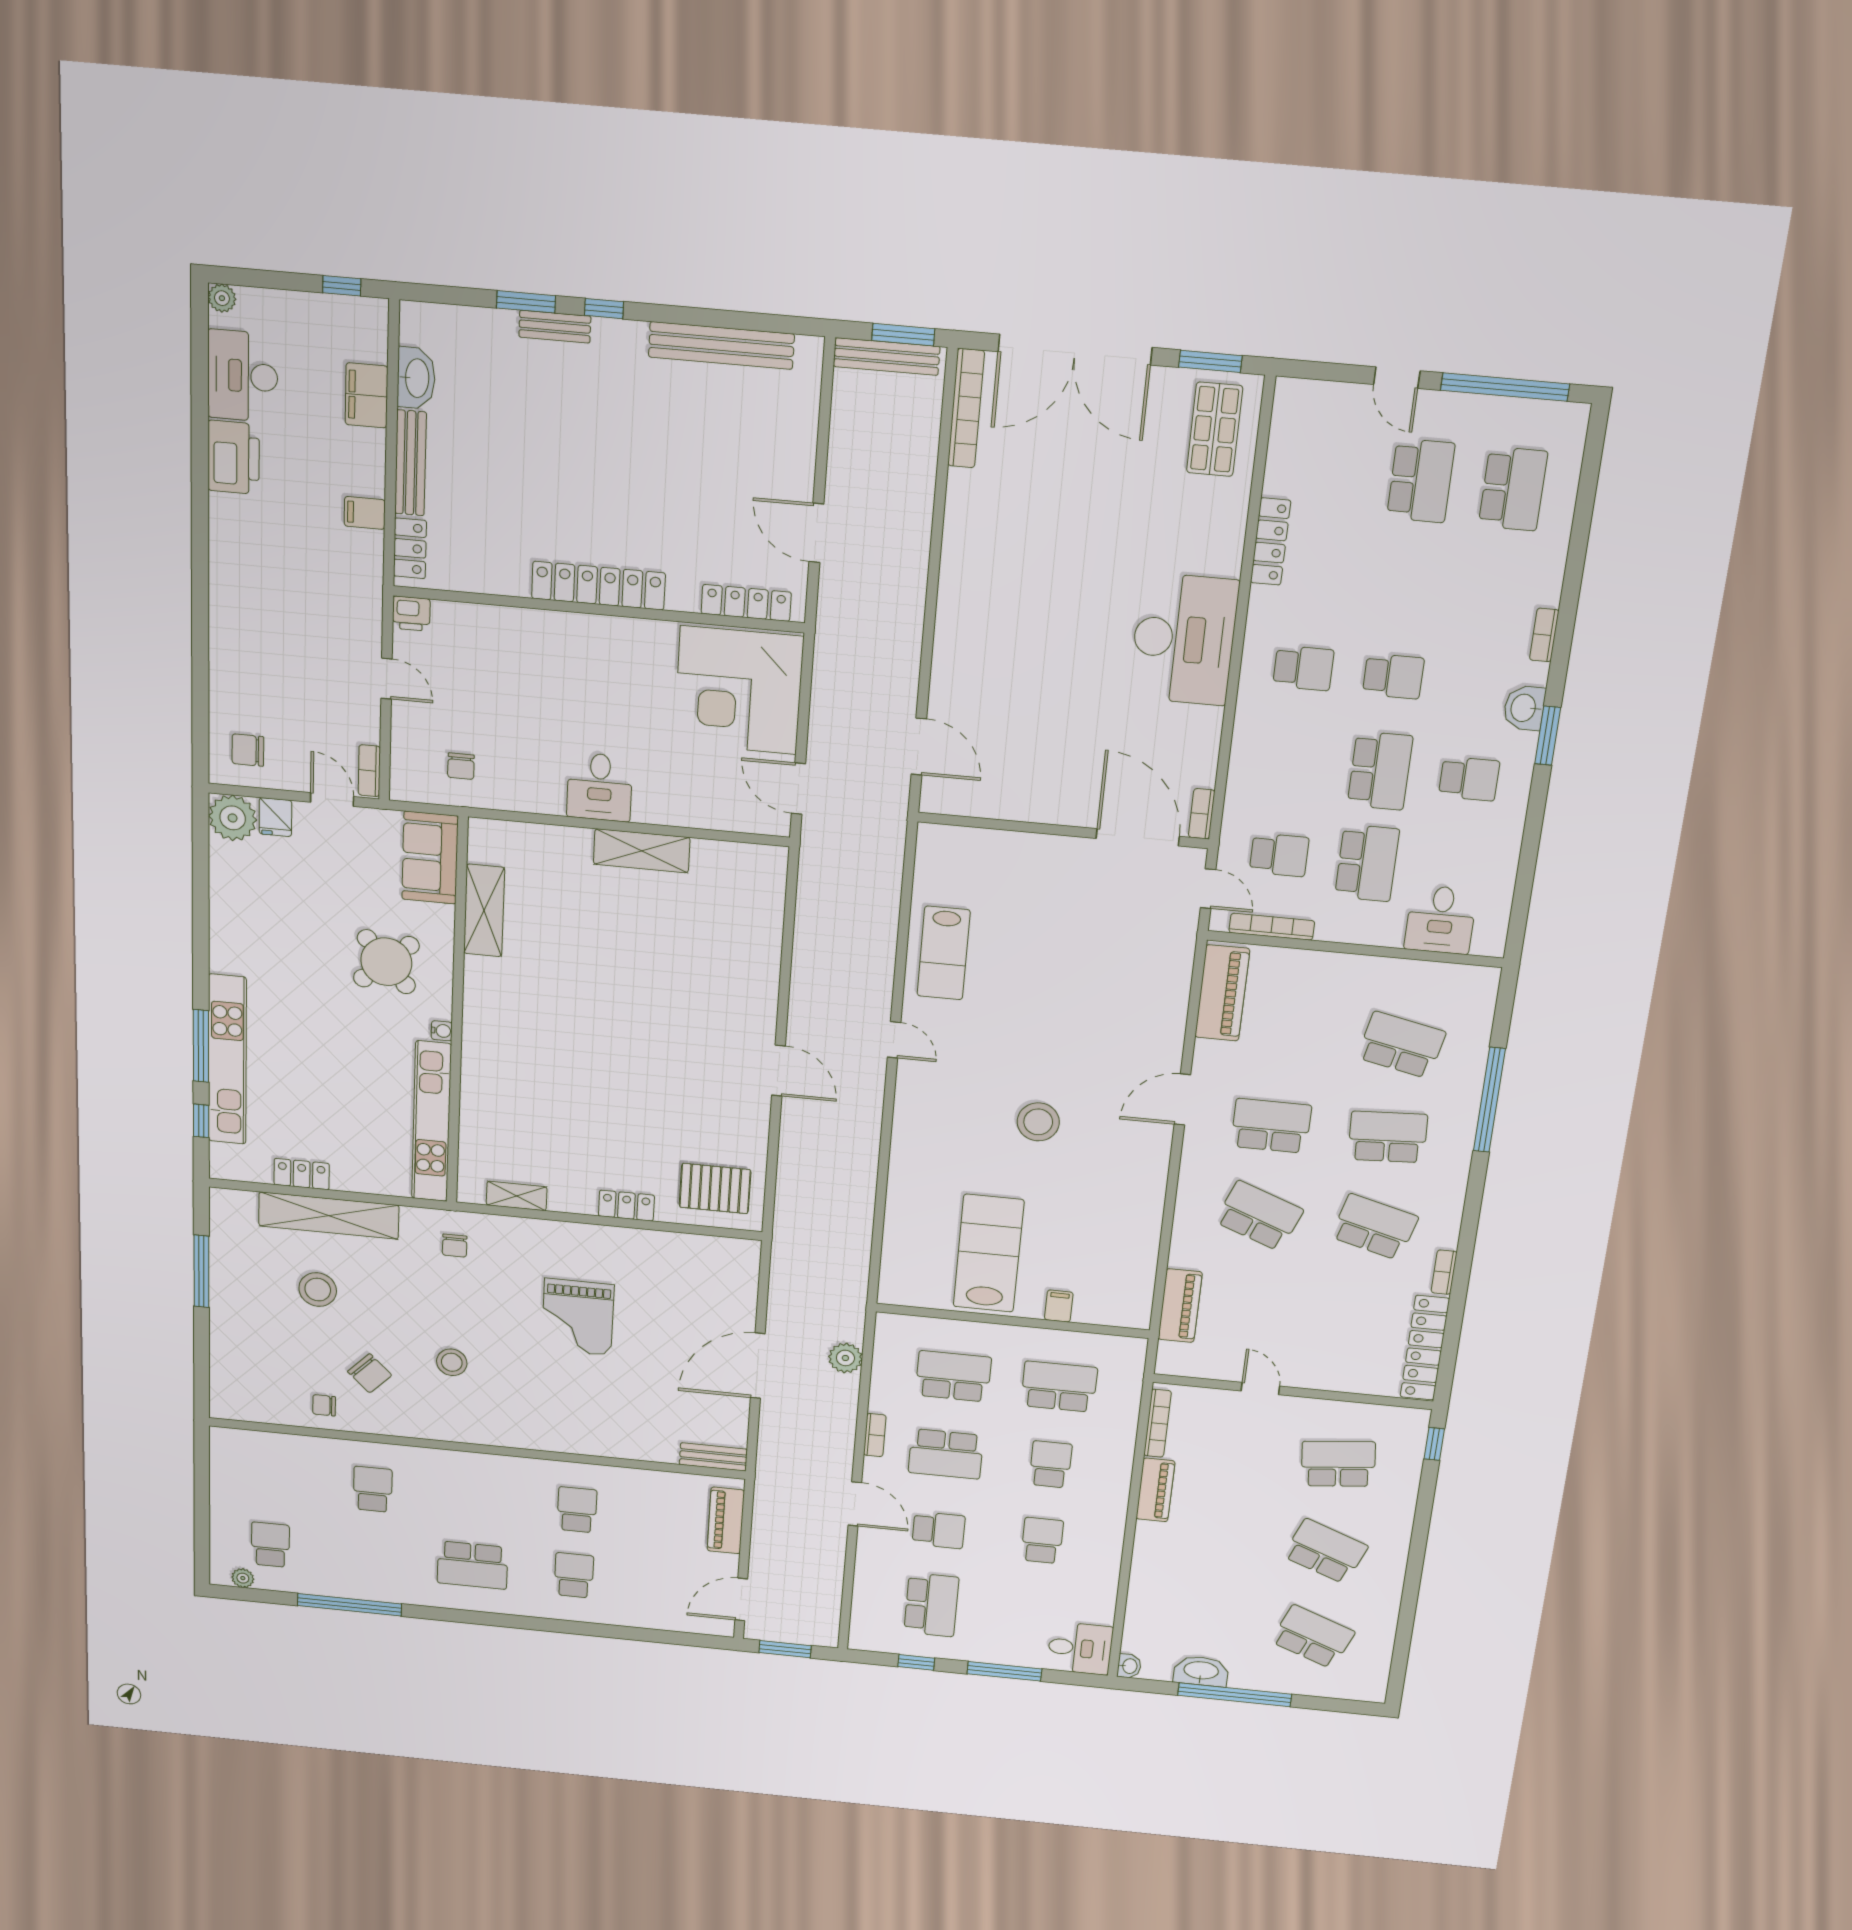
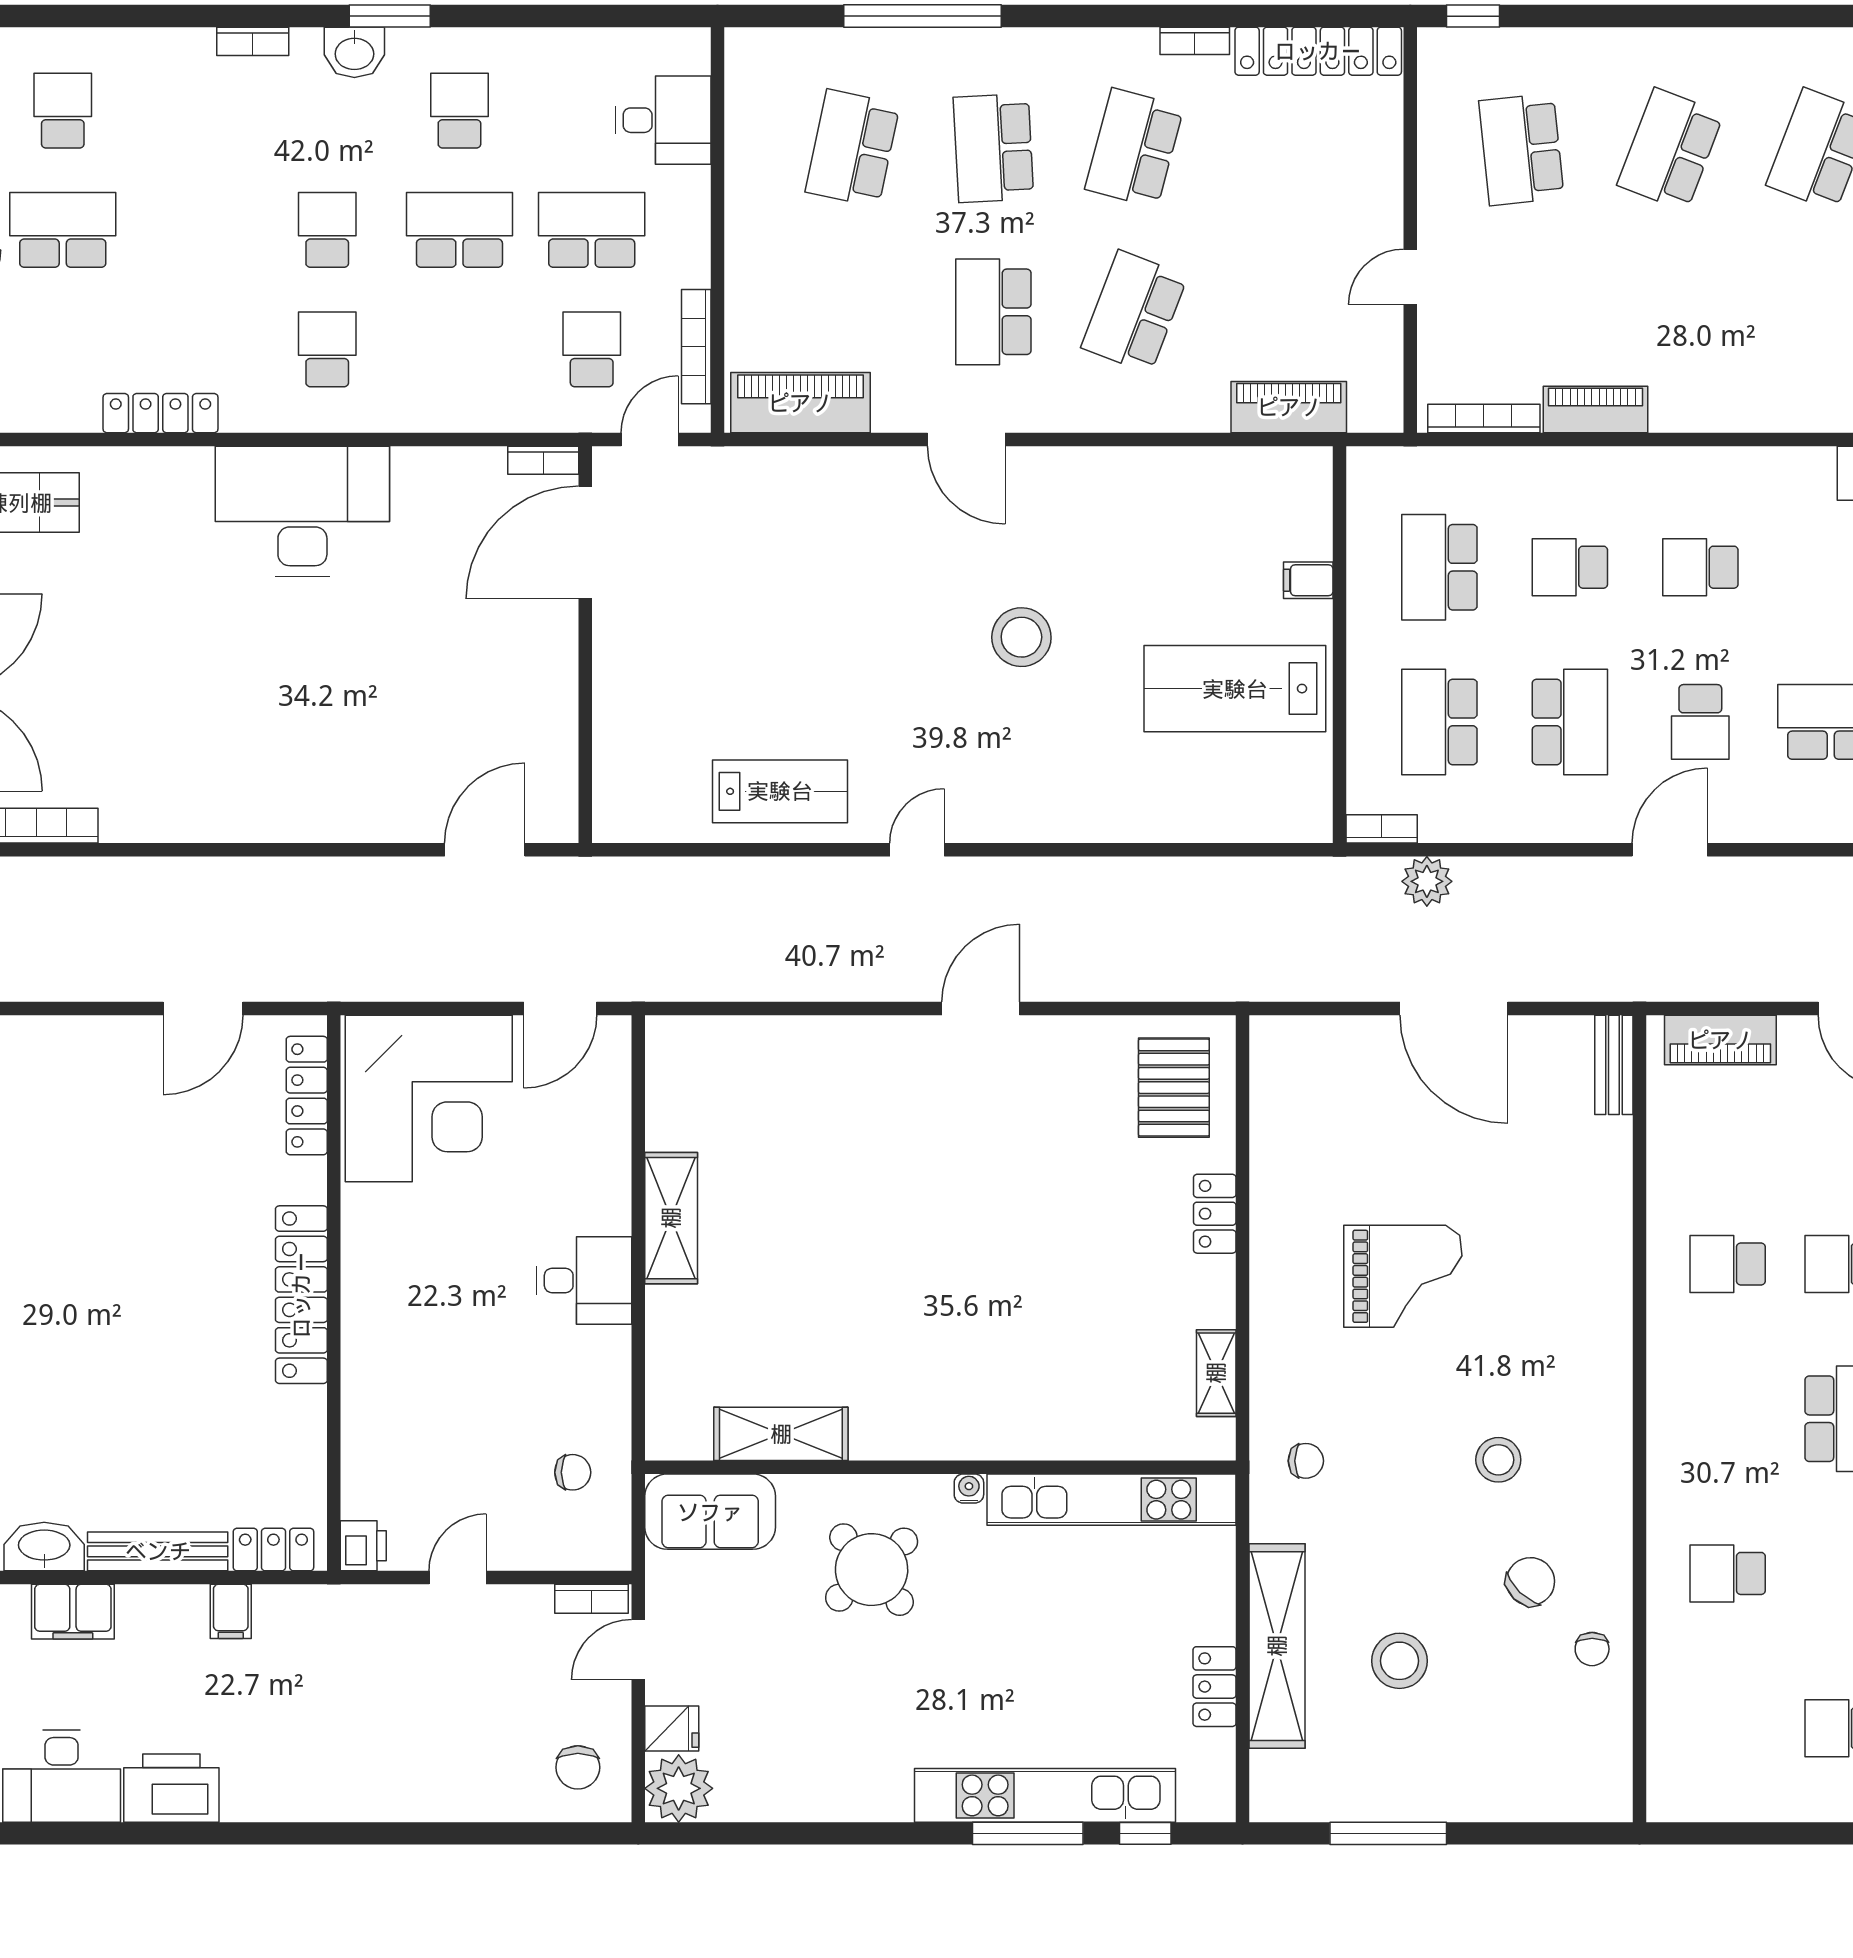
school desk: (1513, 489) -> (63, 111), width x0.54
bookcase: (875, 1435) -> (1382, 829), moved
school desk: (939, 1530) -> (1700, 722), turned 180

